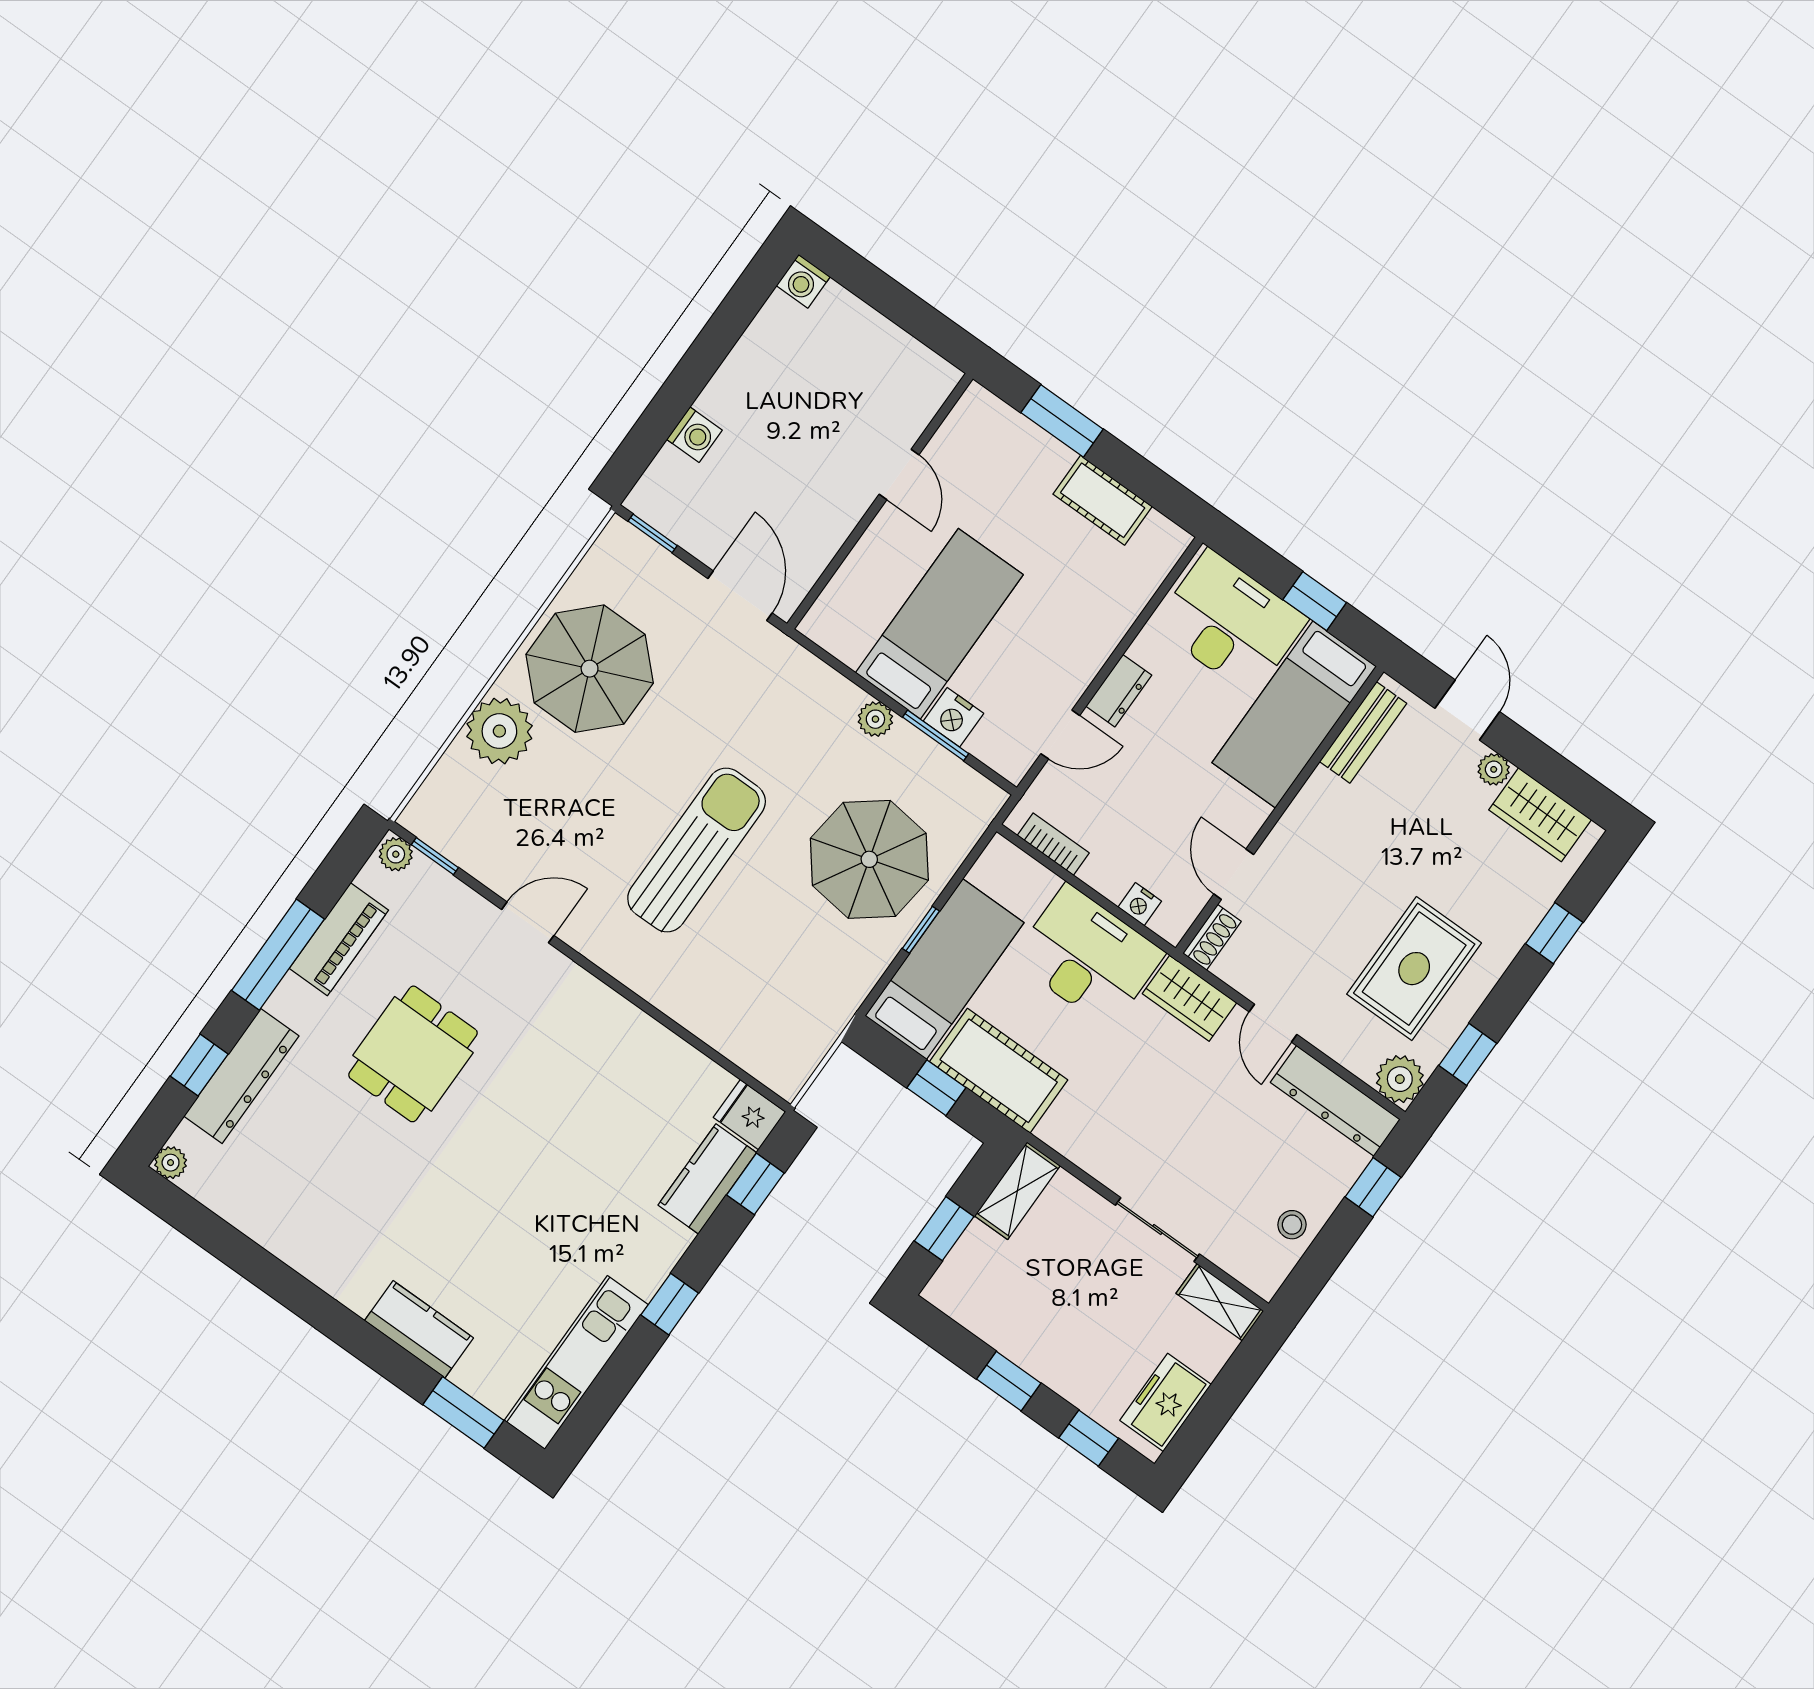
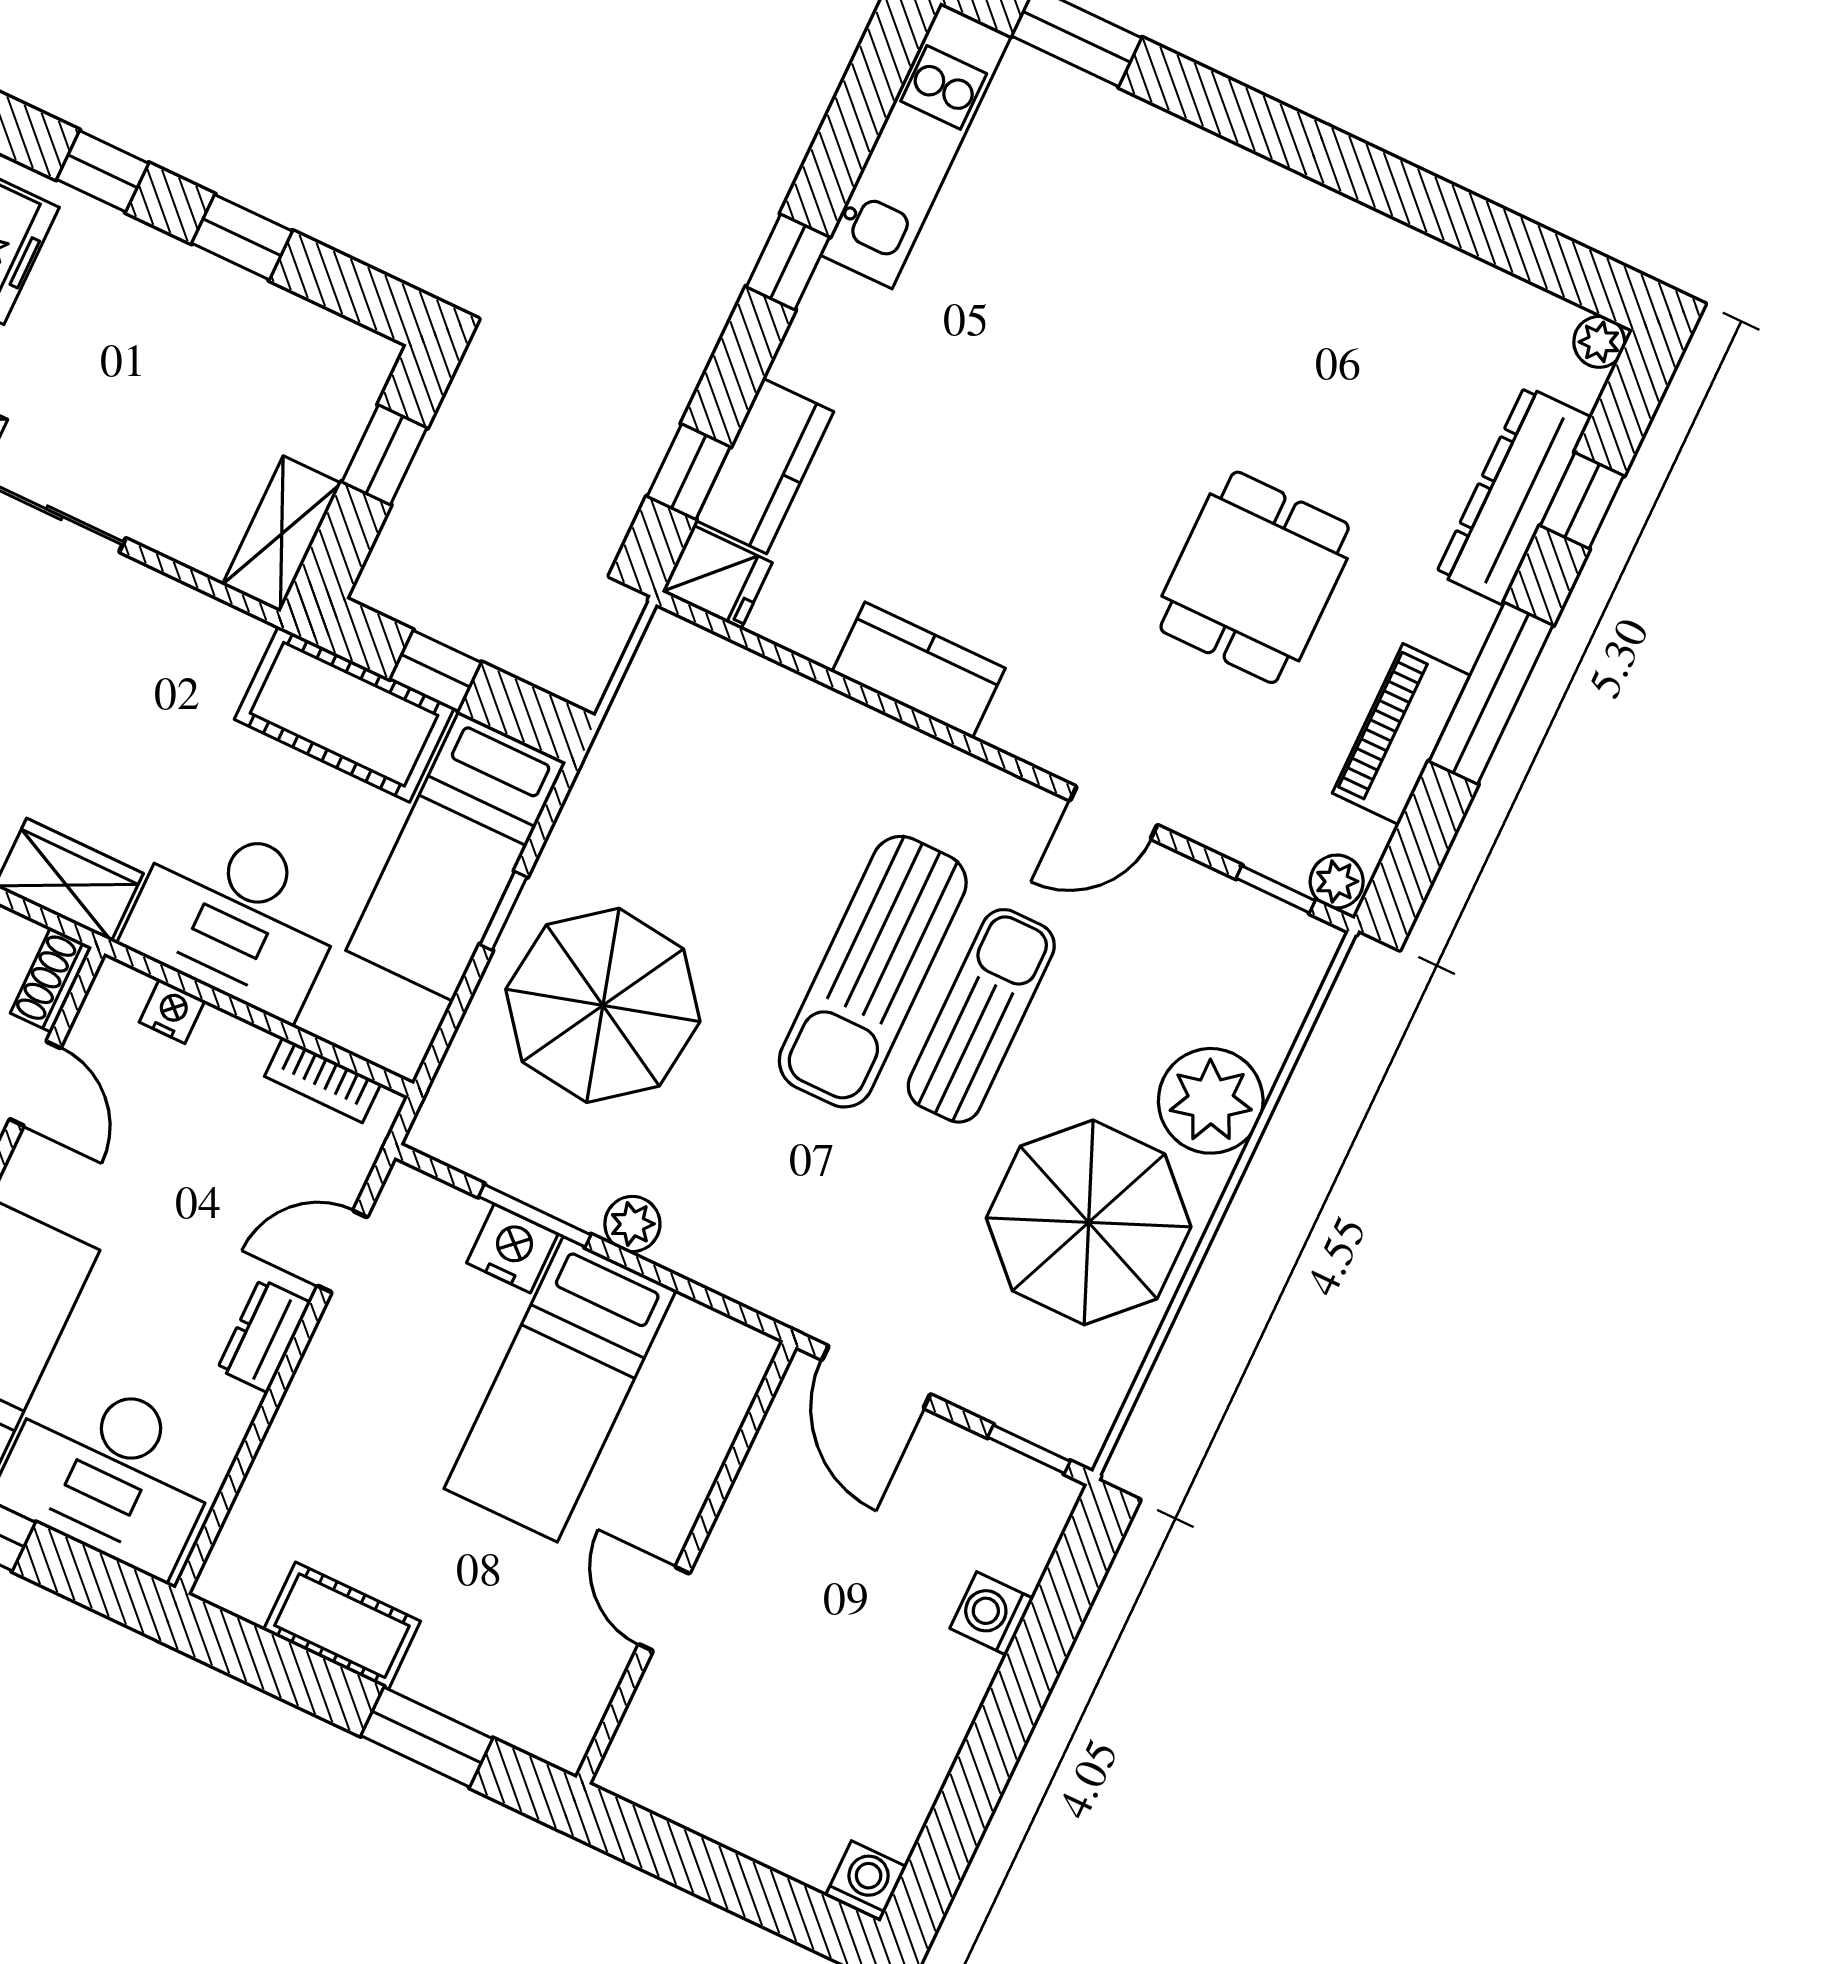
sun lounger: (634, 810) -> (981, 1016), added
kitchen counter: (419, 1329) -> (919, 670), moved, turned 180

